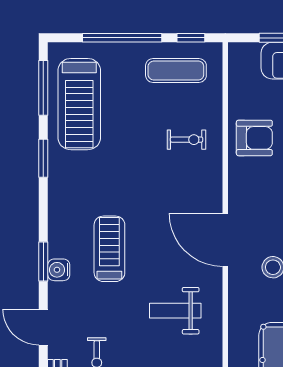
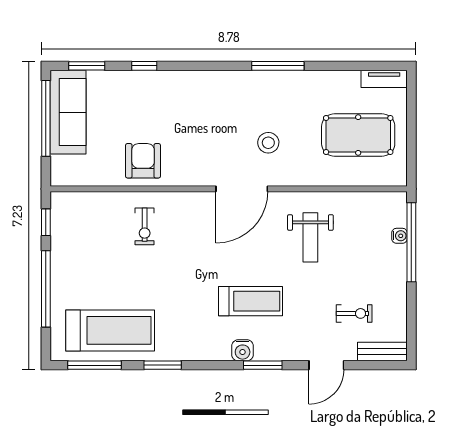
exercise mat: (176, 71) -> (78, 237), removed
exercise bike: (187, 140) -> (145, 226), turned 180
treadmill: (109, 249) -> (250, 301), turned 180
water cooler: (59, 270) -> (243, 350), moved

